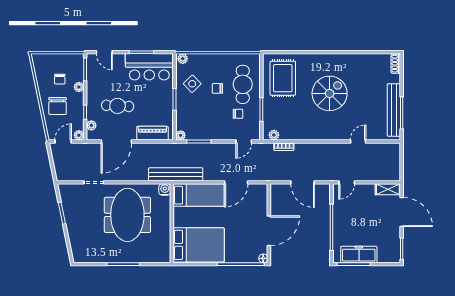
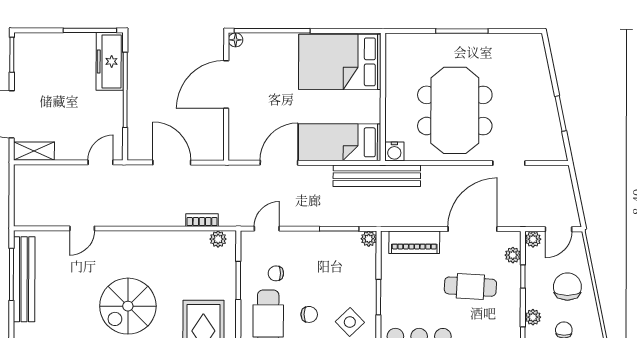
freezer: (359, 254) -> (110, 61), moved, turned 90

